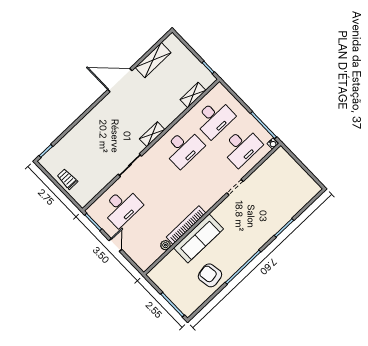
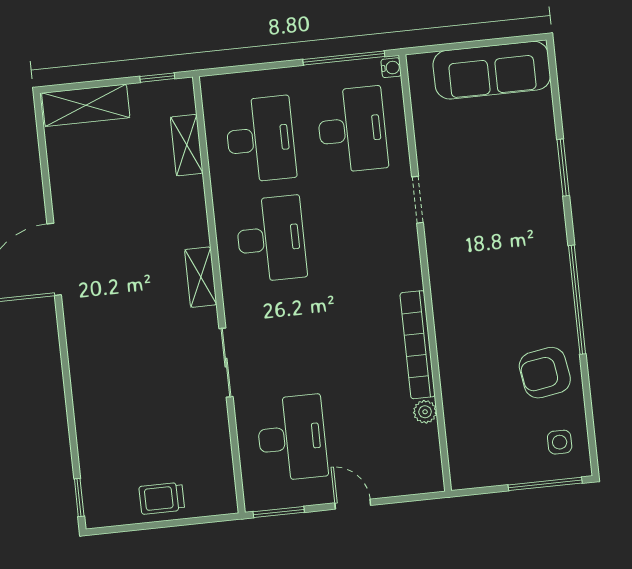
shelving: (153, 60) -> (86, 105), moved, turned 90
sofa: (198, 238) -> (492, 70), moved, turned 90
side table: (190, 299) -> (560, 442), added

